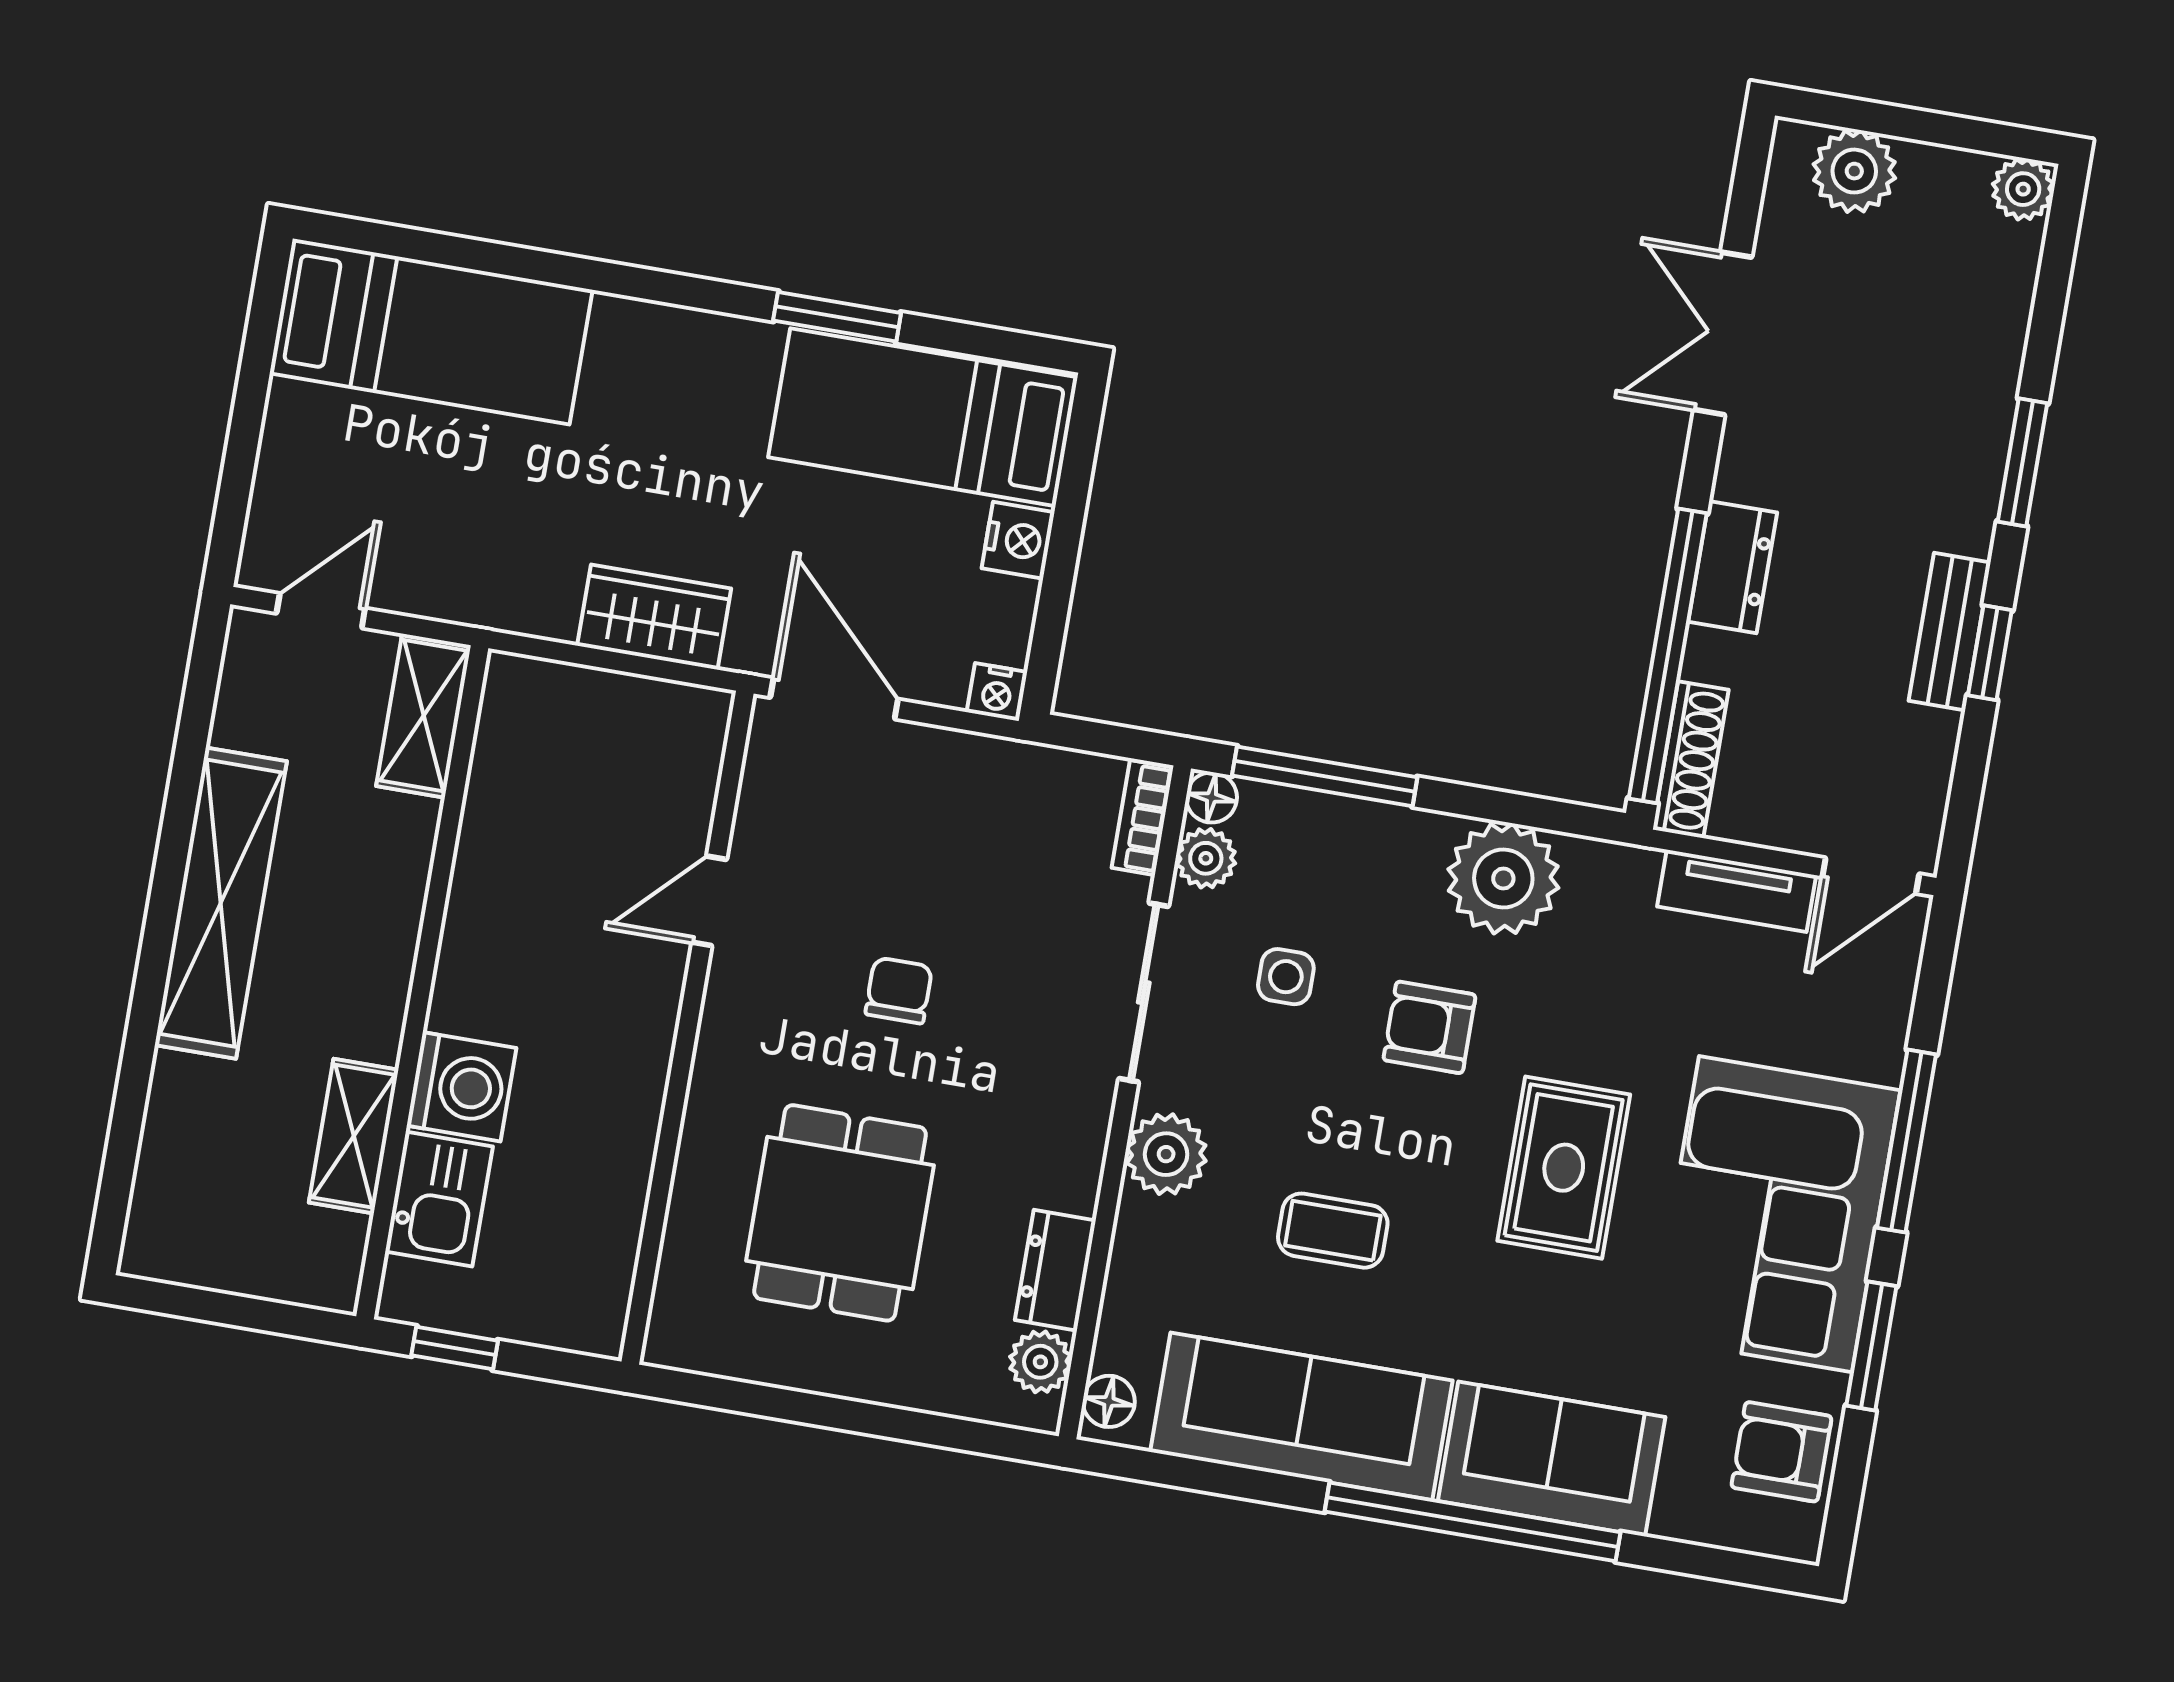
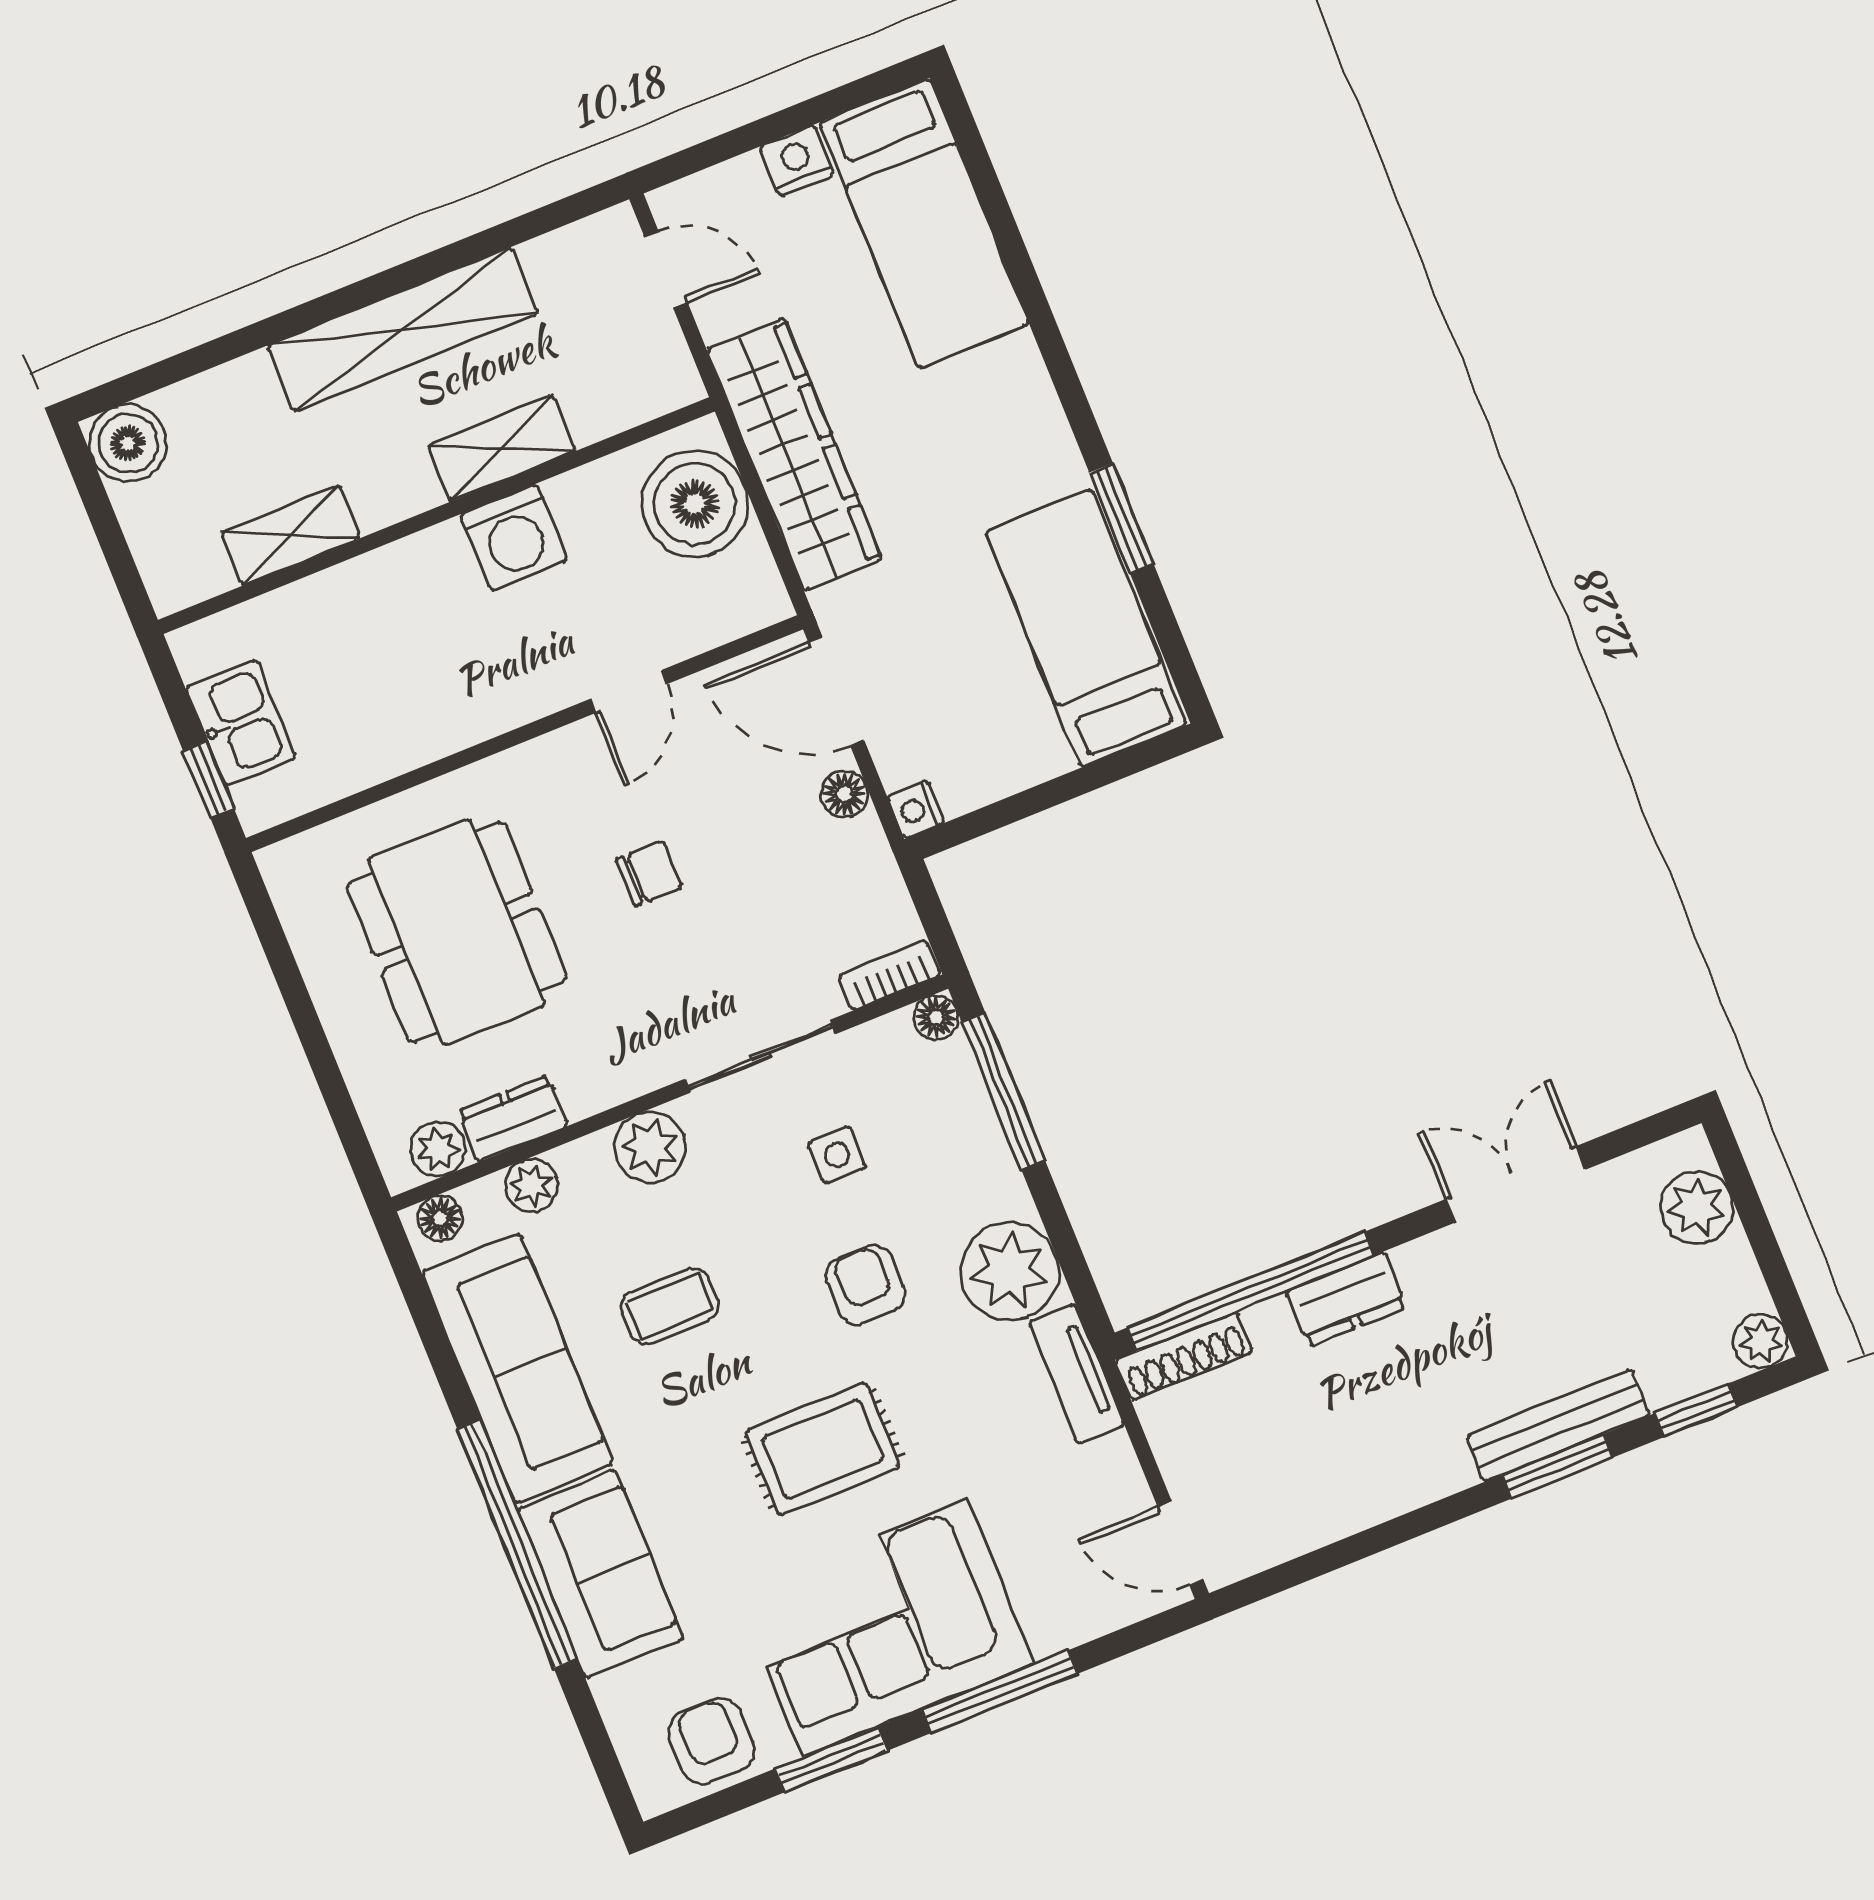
nightstand: (1018, 540) -> (797, 161), moved, turned 180
wardrobe: (654, 617) -> (794, 455), width x2.10, depth x1.17
bench: (1950, 632) -> (1558, 1425), moved, width x1.36
window: (1990, 653) -> (1697, 1410), moved
door: (834, 698) -> (836, 691), swing flipped
shelving: (424, 716) -> (502, 448), moved
boiler: (566, 723) -> (695, 504), added
floor lamp: (939, 752) -> (844, 794), added
plant: (1206, 858) -> (532, 1185), moved
tv unit: (1737, 891) -> (1077, 1374), moved
door: (709, 901) -> (629, 692), swing flipped
washing machine: (461, 1087) -> (514, 537), moved
kitchen sink: (439, 1199) -> (241, 723), moved, turned -90
dining table: (840, 1213) -> (457, 932), width x1.38
coffee table: (1333, 1231) -> (670, 1306), turned 90
boiler: (166, 1239) -> (128, 443), added
window: (455, 1348) -> (209, 780), moved

